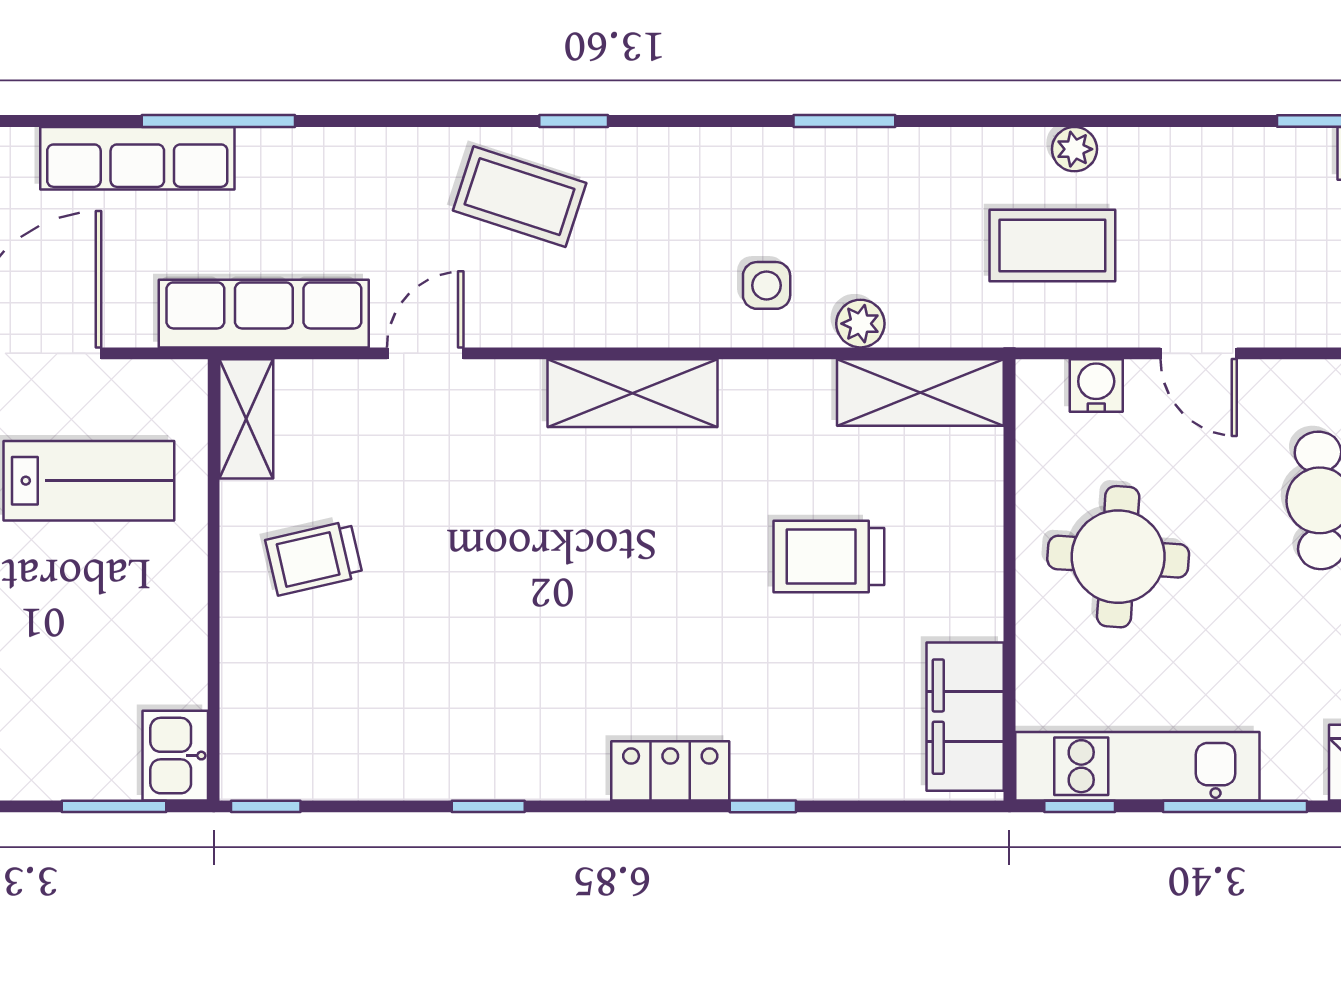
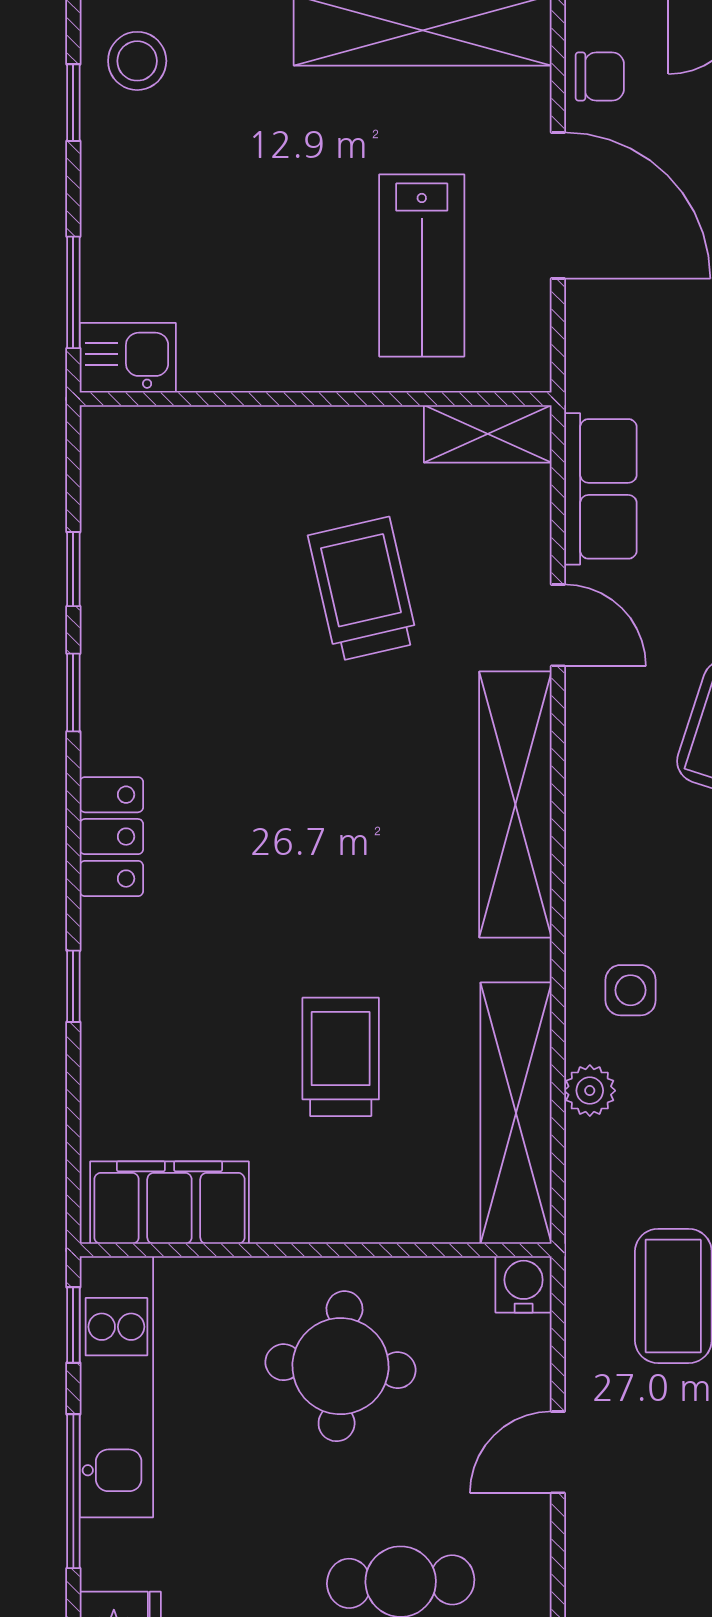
row of seats: (264, 314) -> (600, 489), width x0.68
water cooler: (1096, 385) -> (524, 1284), moved, turned -90
shelving: (920, 392) -> (516, 1113), width x1.47
shelving: (632, 393) -> (515, 804), width x1.47
trolley: (314, 558) -> (363, 589), moved, width x1.36, depth x1.39
locker: (670, 771) -> (111, 837), moved
window: (266, 806) -> (73, 569), moved

